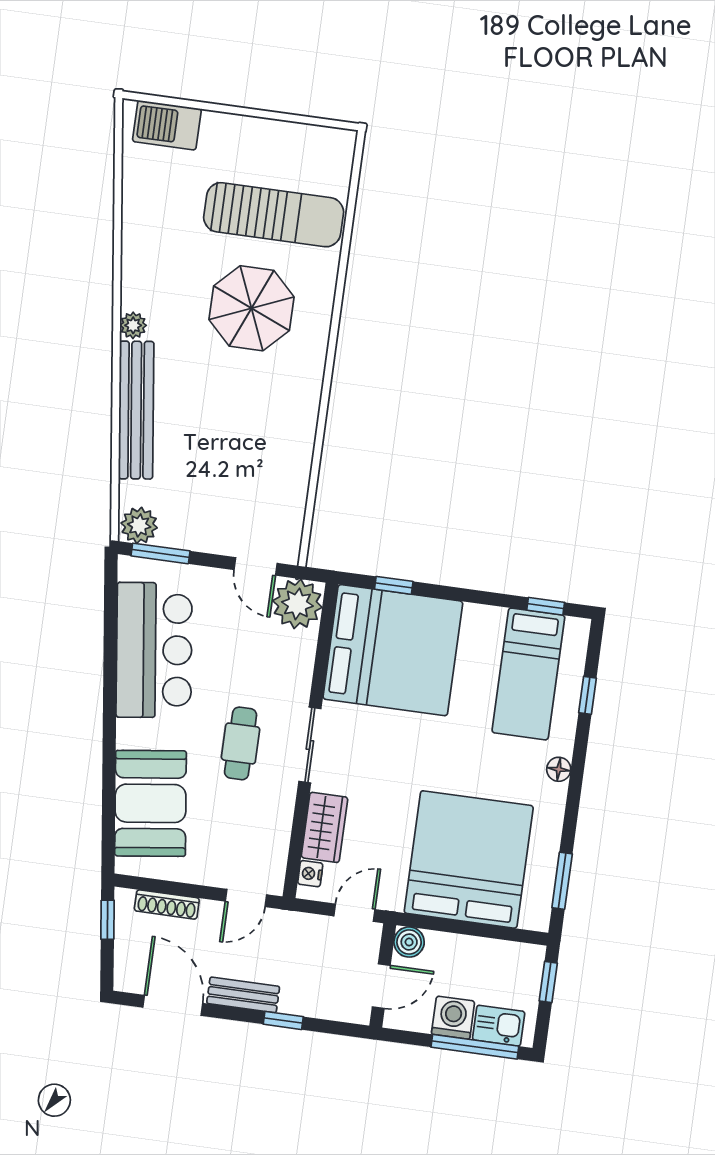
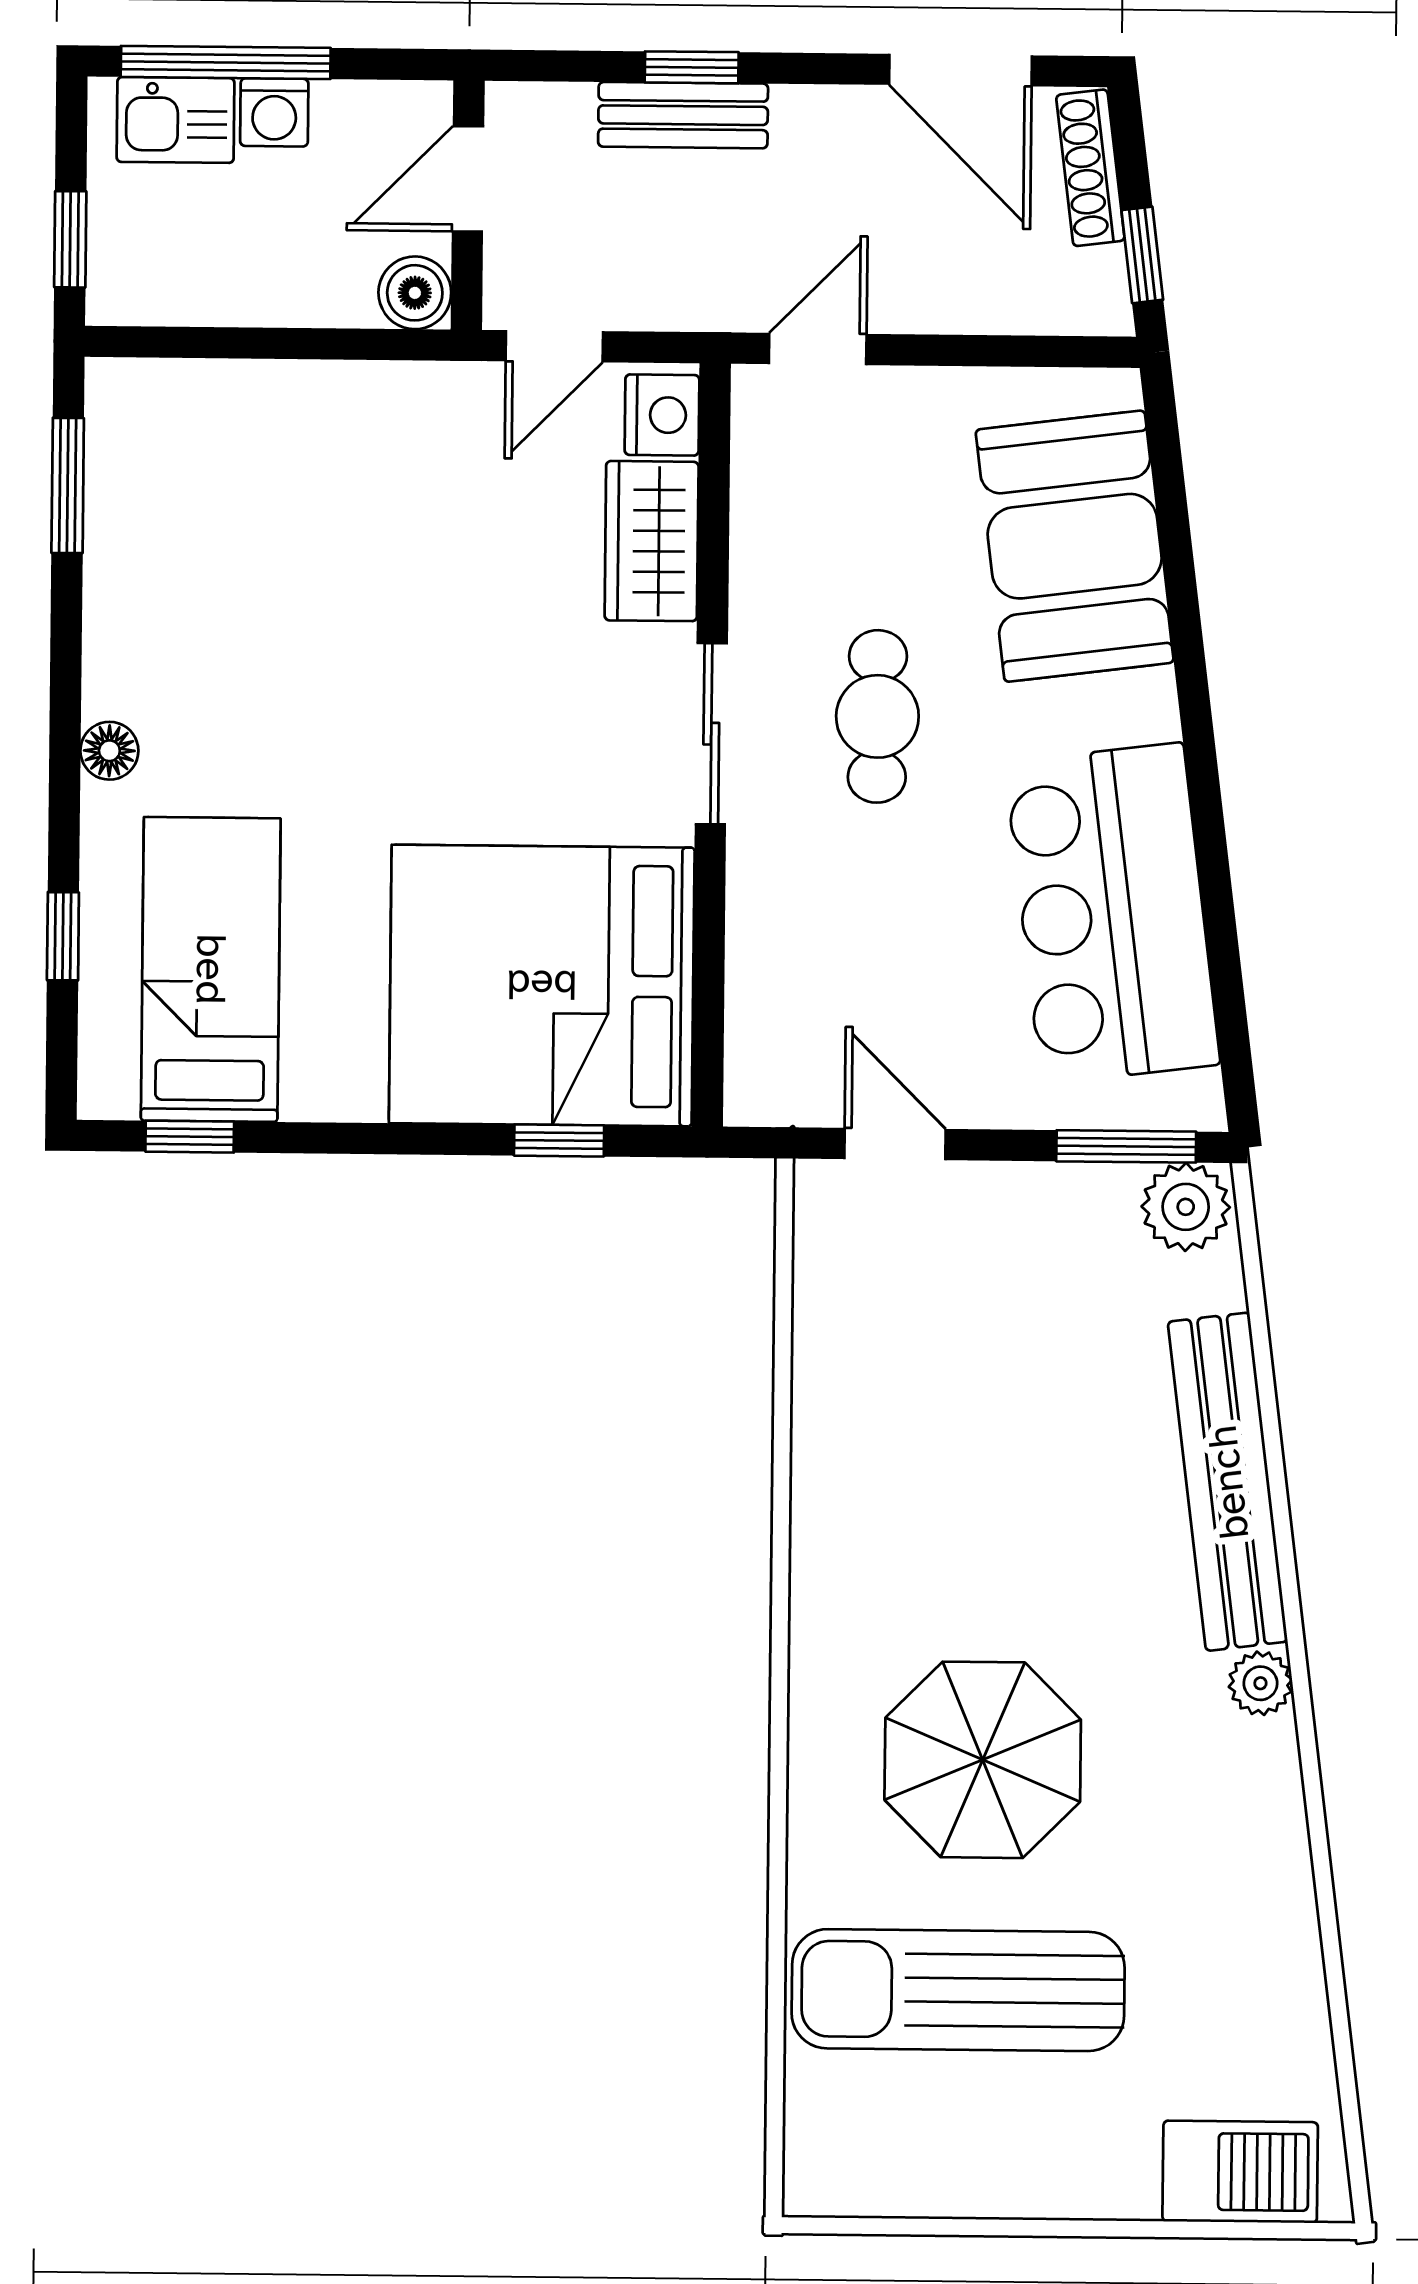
plant: (297, 604) -> (784, 1067), removed
bed: (469, 859) -> (297, 508), removed
nightstand: (310, 874) -> (662, 415), width x1.39, depth x1.35
shoe rack: (167, 904) -> (1090, 168), moved, turned -97
bench: (243, 995) -> (683, 115), moved
washing machine: (453, 1018) -> (274, 112), width x0.73, depth x0.73

